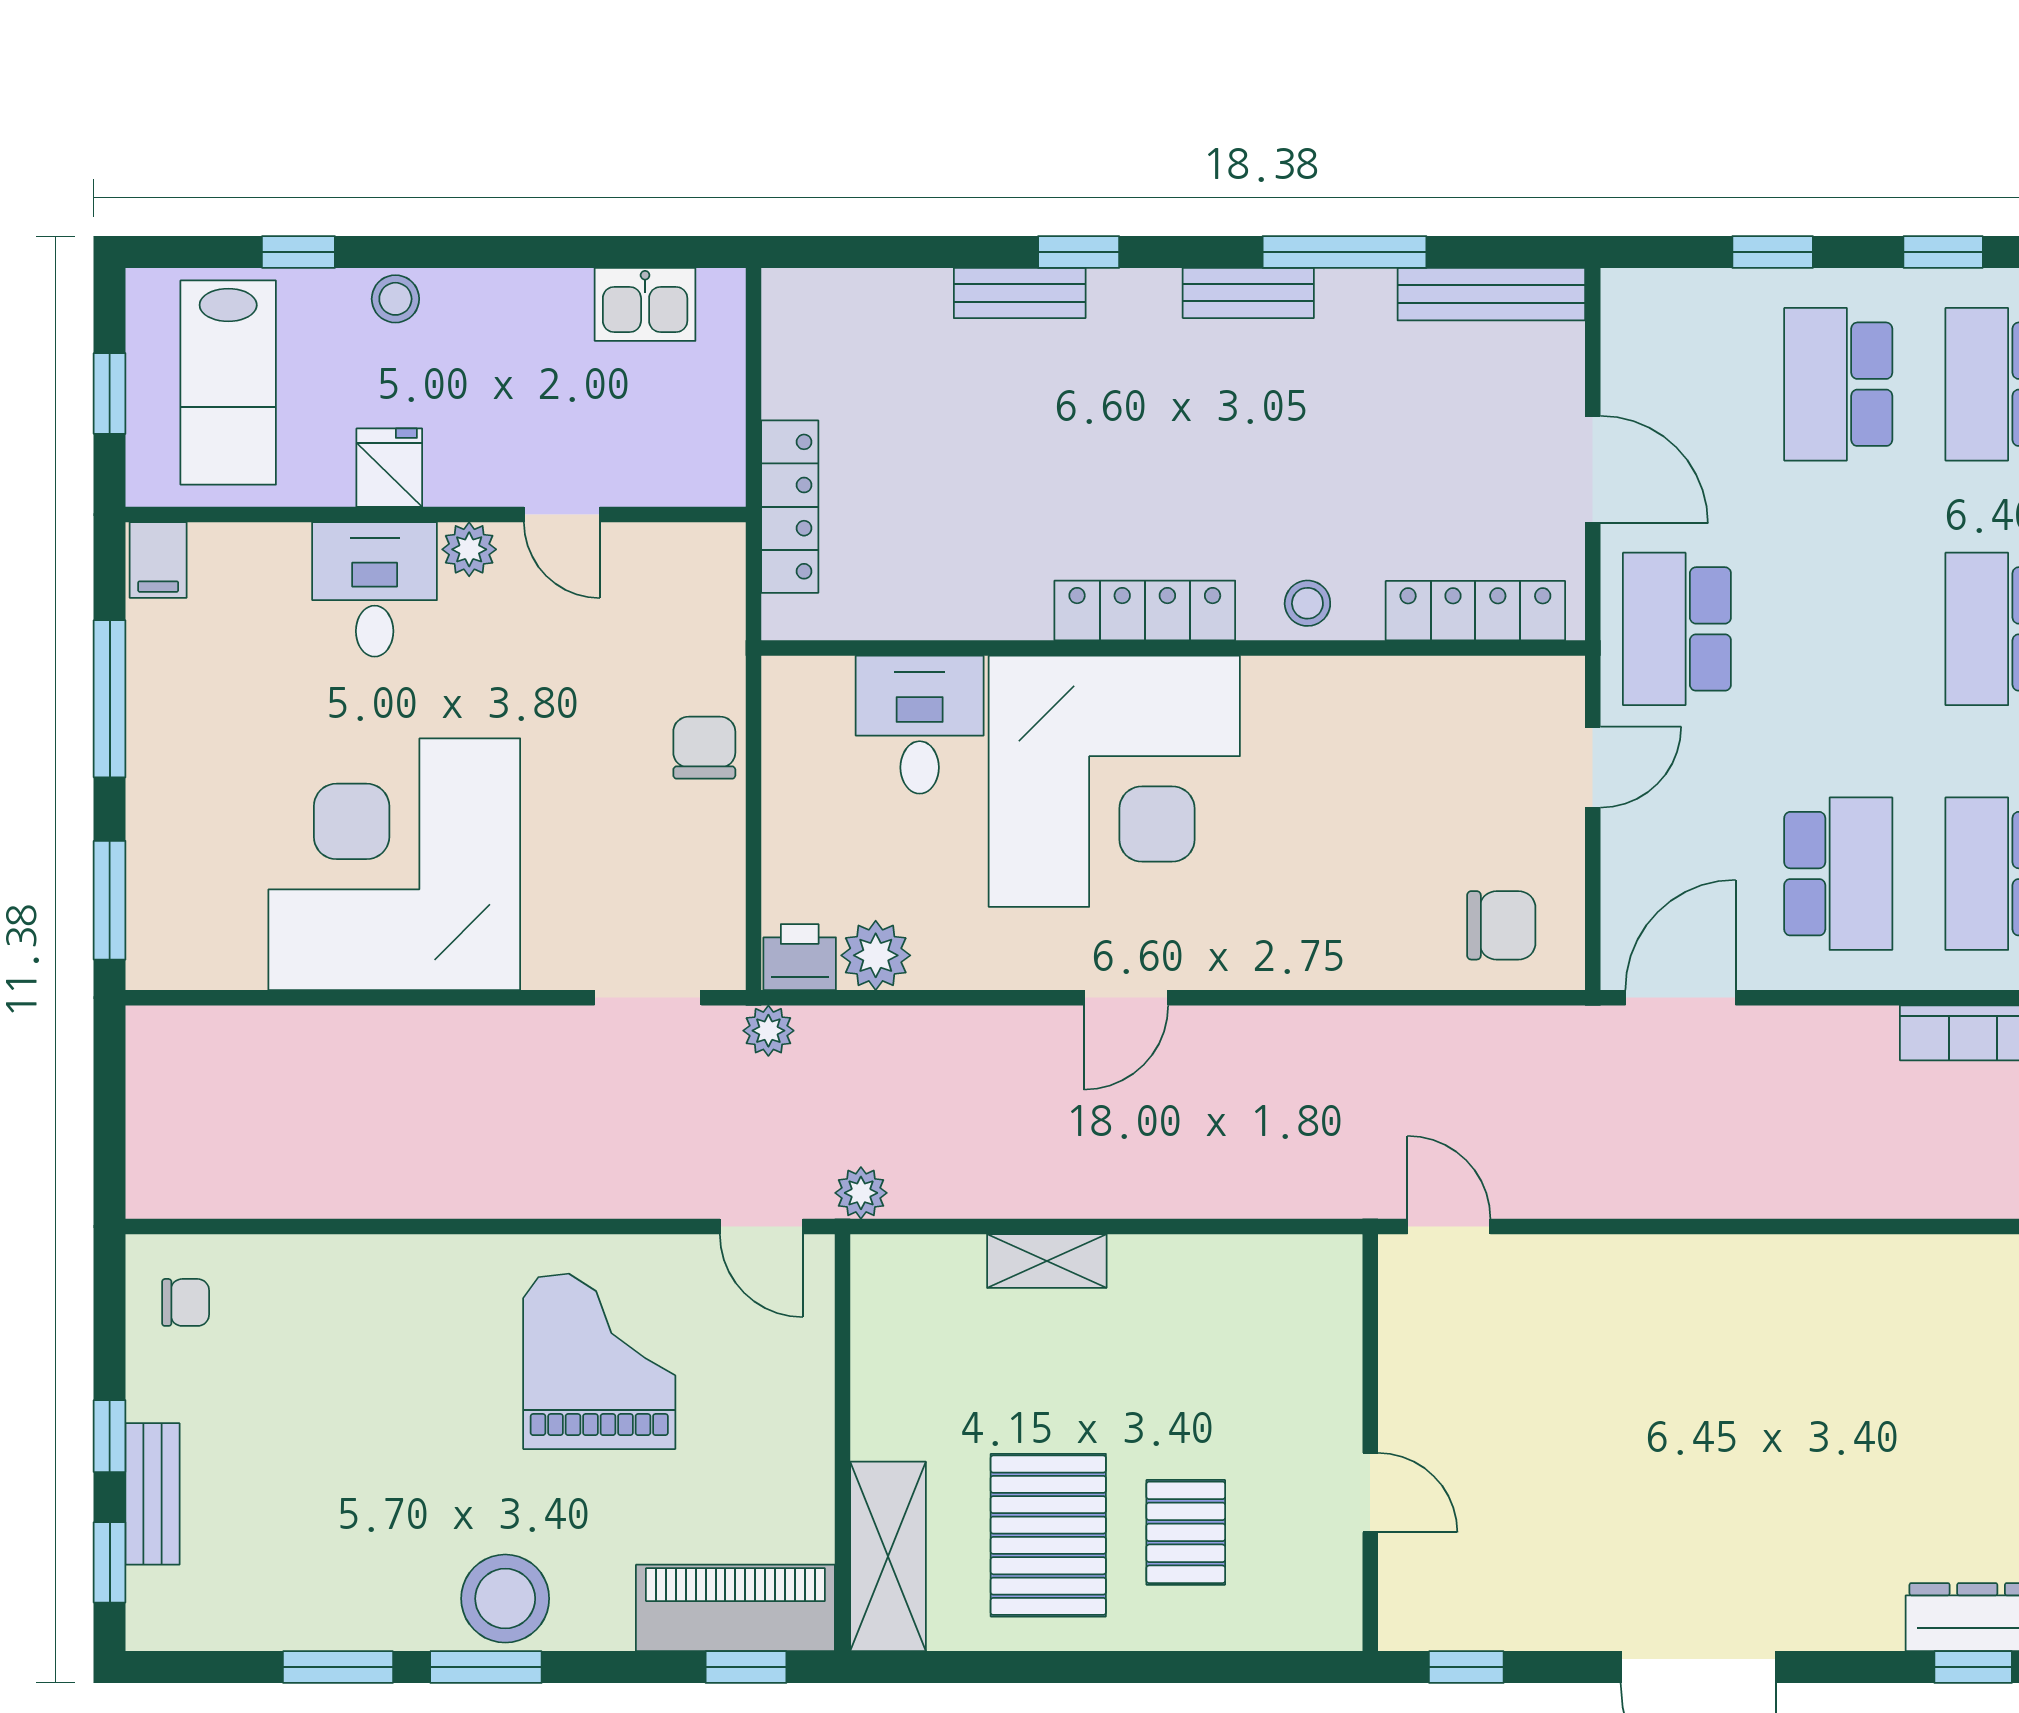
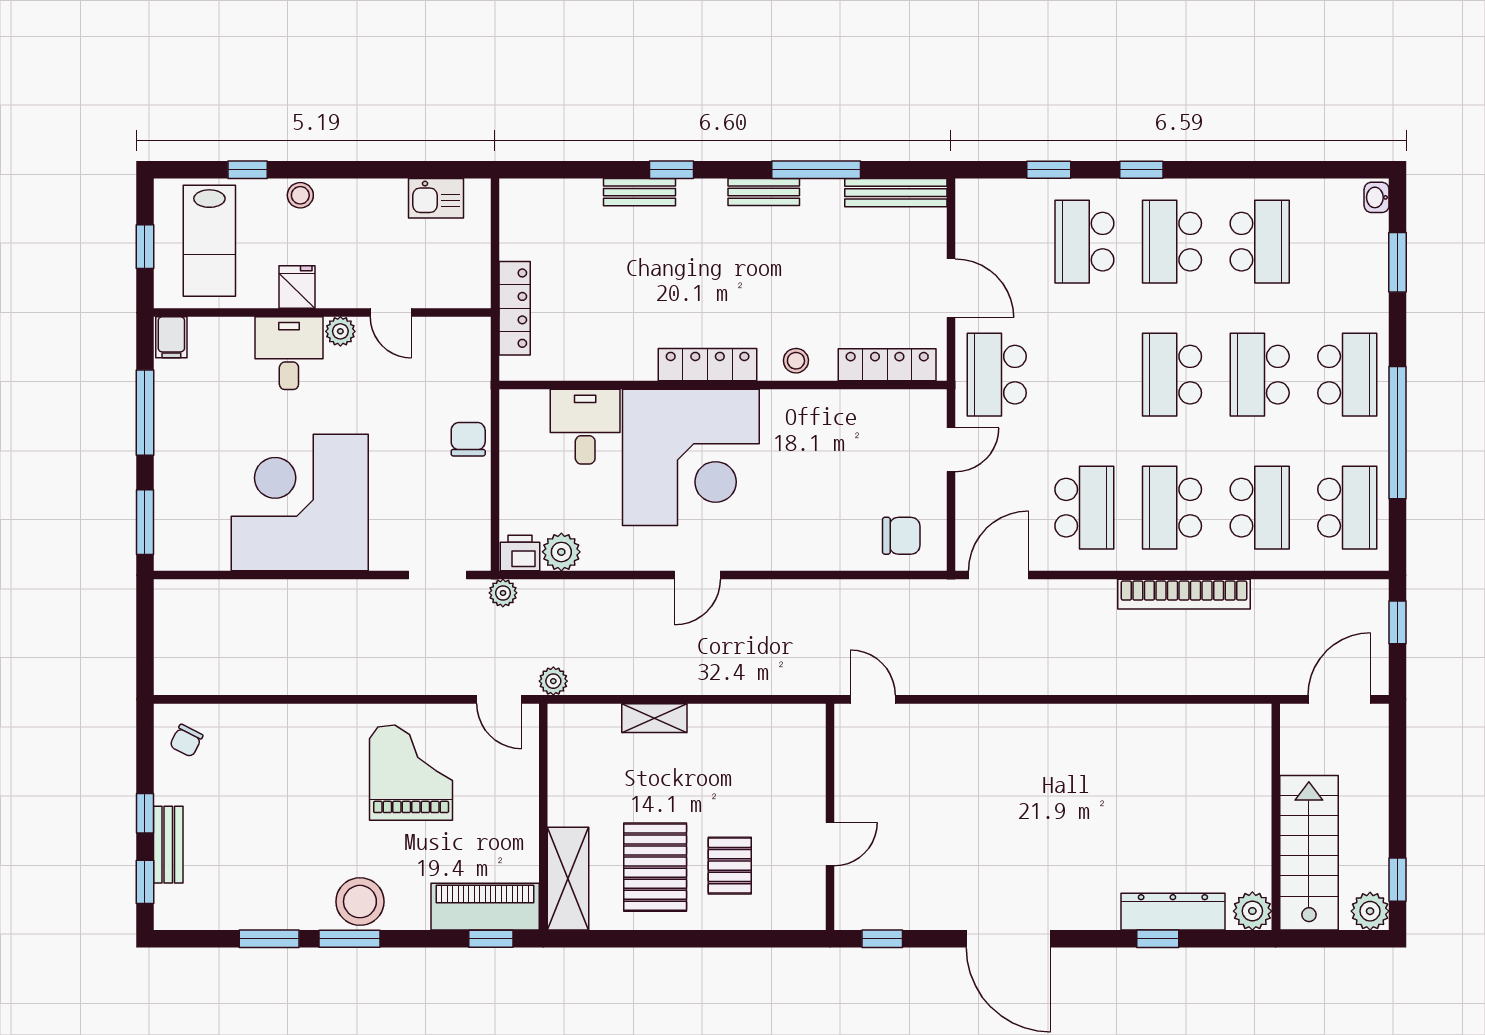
chair: (186, 1302) -> (186, 741), turned 117
door: (1370, 1493) -> (830, 844), hinge flipped

